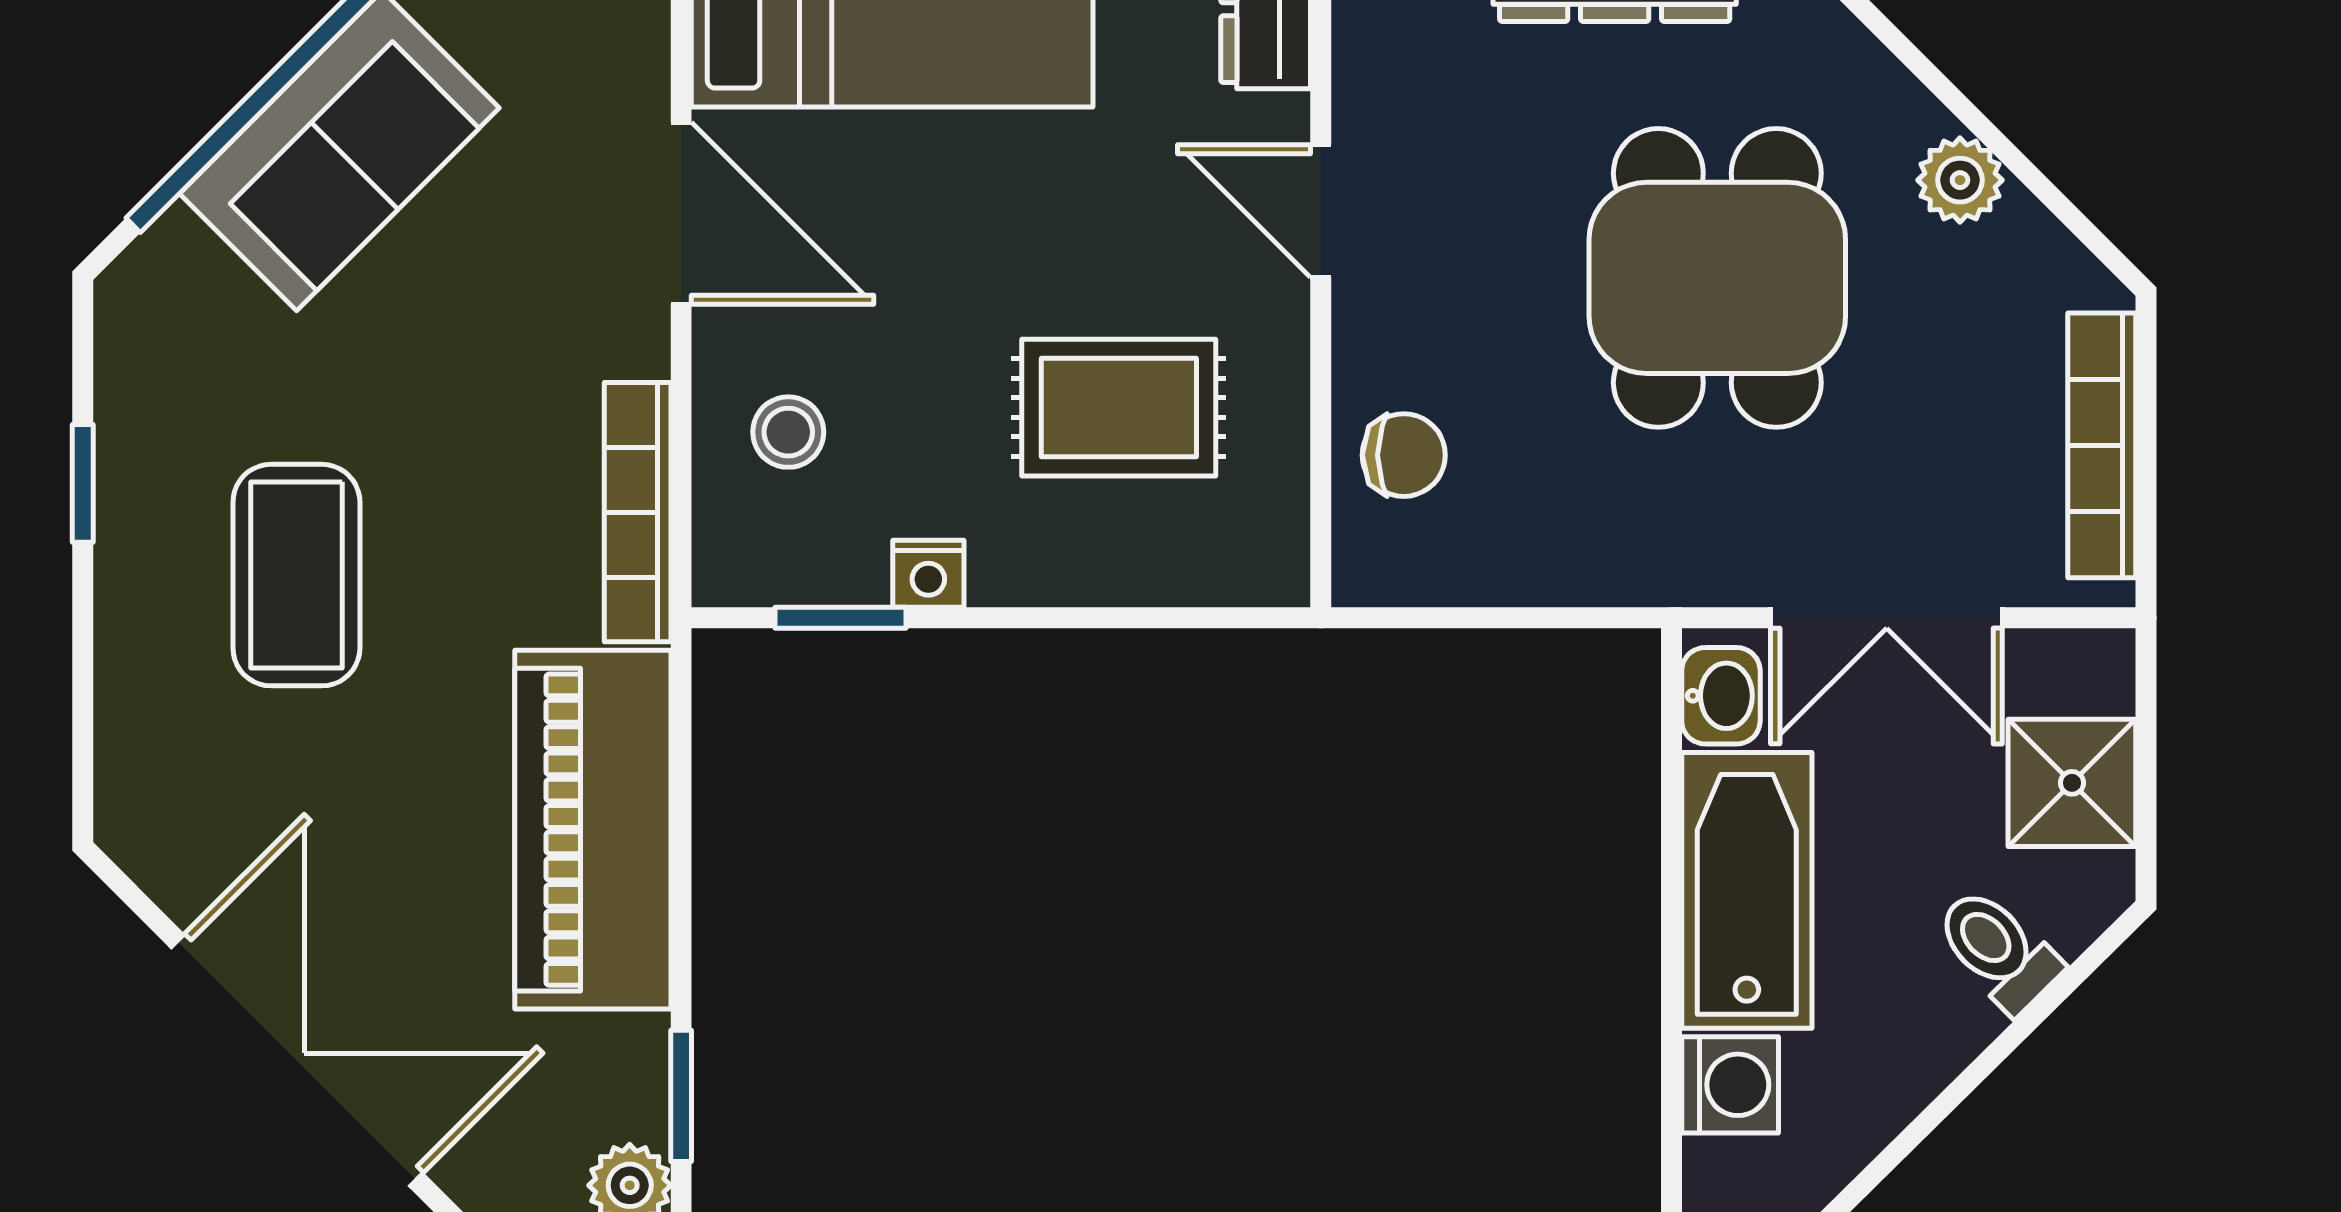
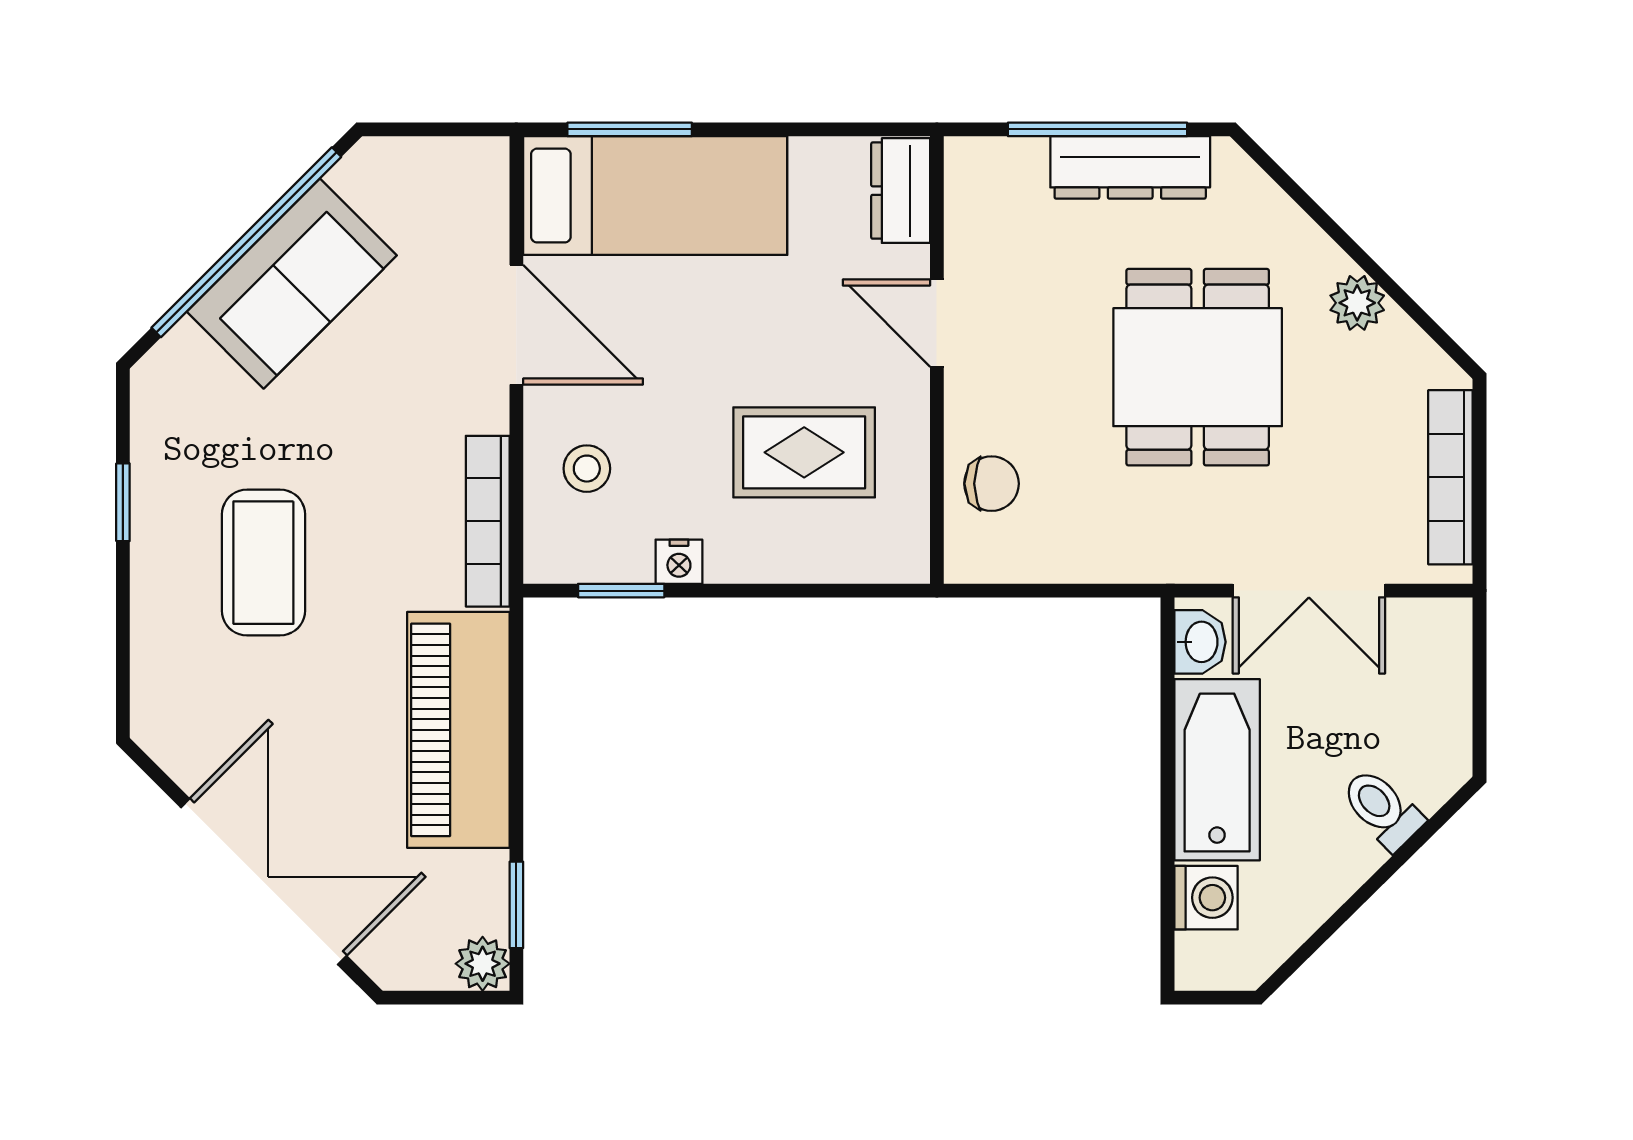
shower: (2072, 783) -> (1431, 699), removed

